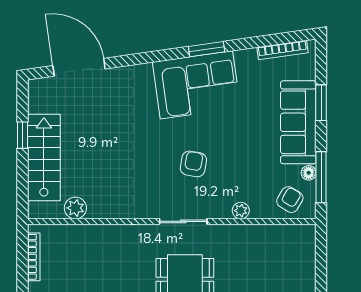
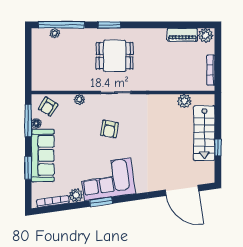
plant: (246, 60) -> (76, 195), added

